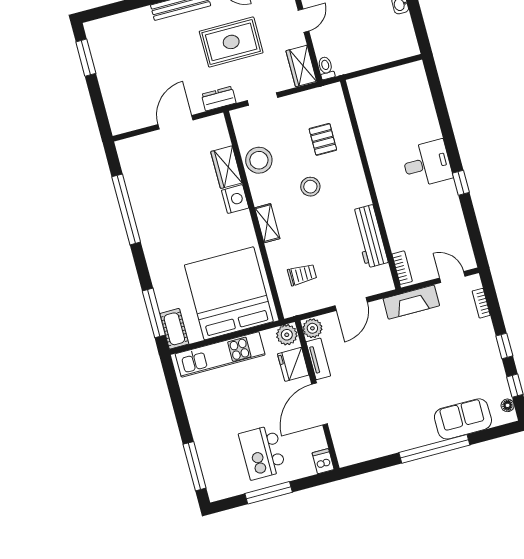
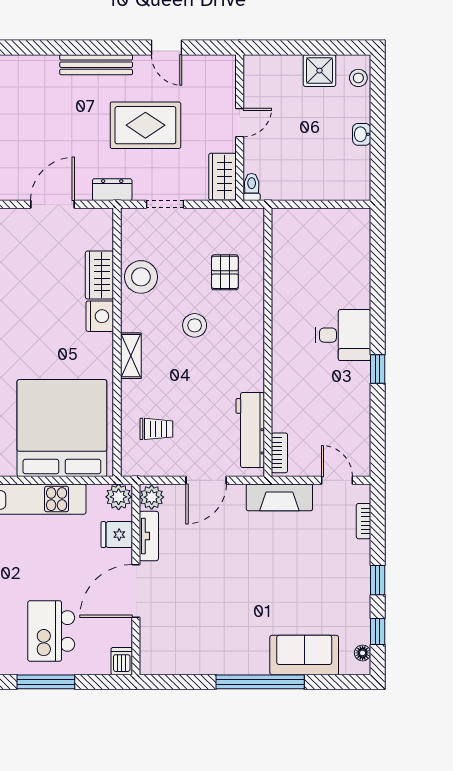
workbench: (370, 236) -> (250, 430), moved
fridge: (293, 364) -> (117, 535), width x0.72

